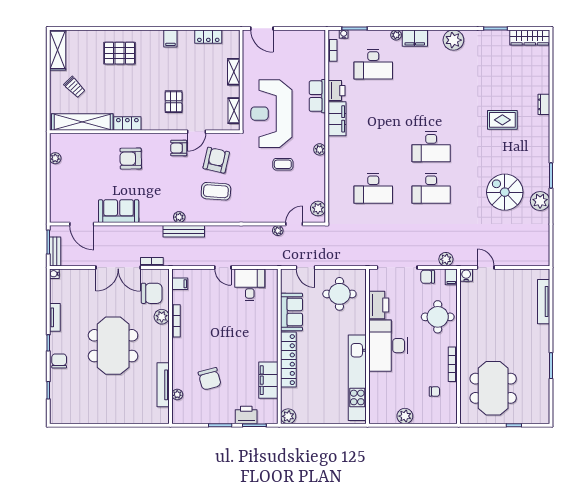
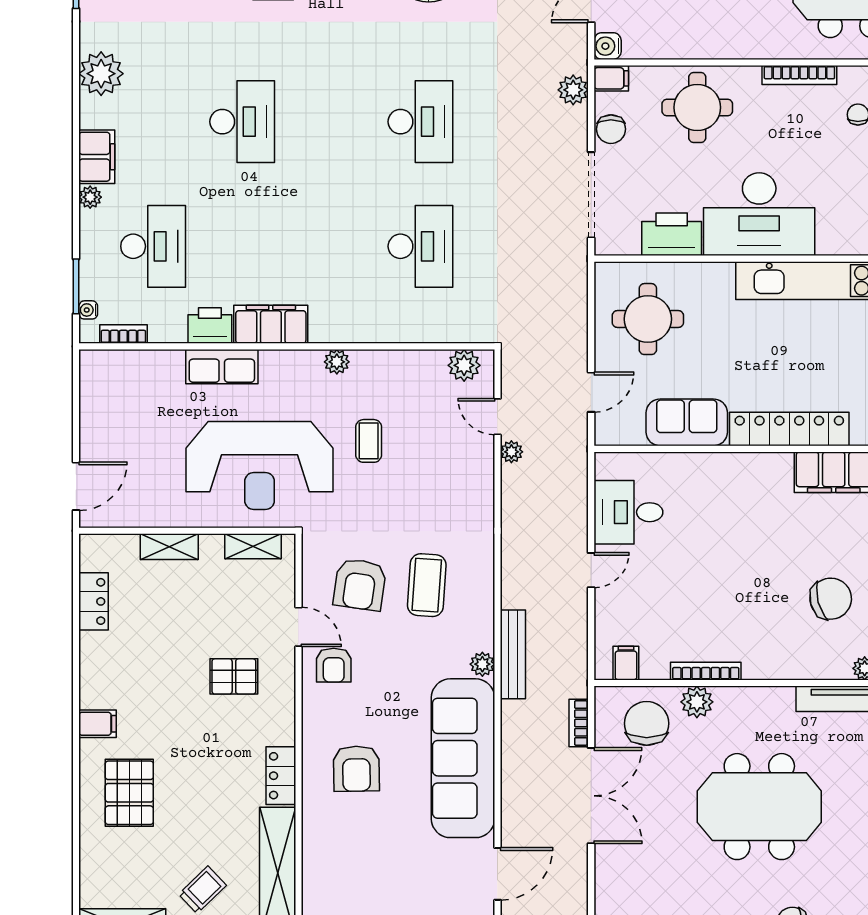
filing cabinet: (170, 38) -> (98, 724), moved
desk: (431, 147) -> (242, 122), moved
armchair: (216, 160) -> (360, 584), turned -95
sofa: (119, 211) -> (463, 758), width x1.85, depth x1.27

